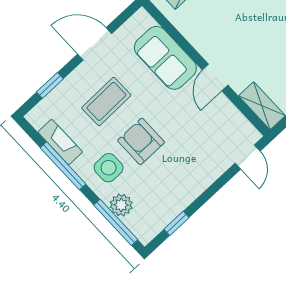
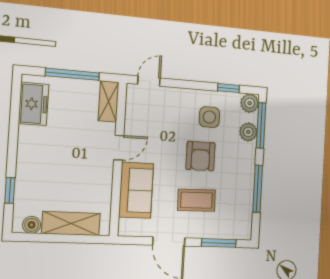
window: (50, 85) -> (219, 243), width x1.50
fireplace: (60, 142) -> (246, 204), removed
side table: (109, 168) -> (209, 117), moved
plant: (145, 230) -> (250, 103), added

